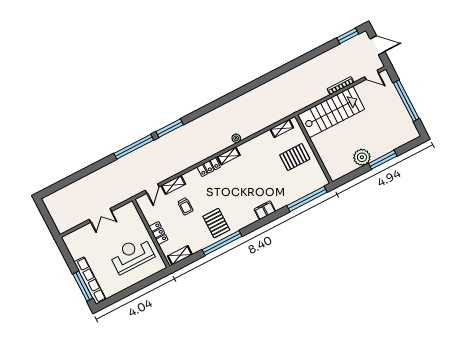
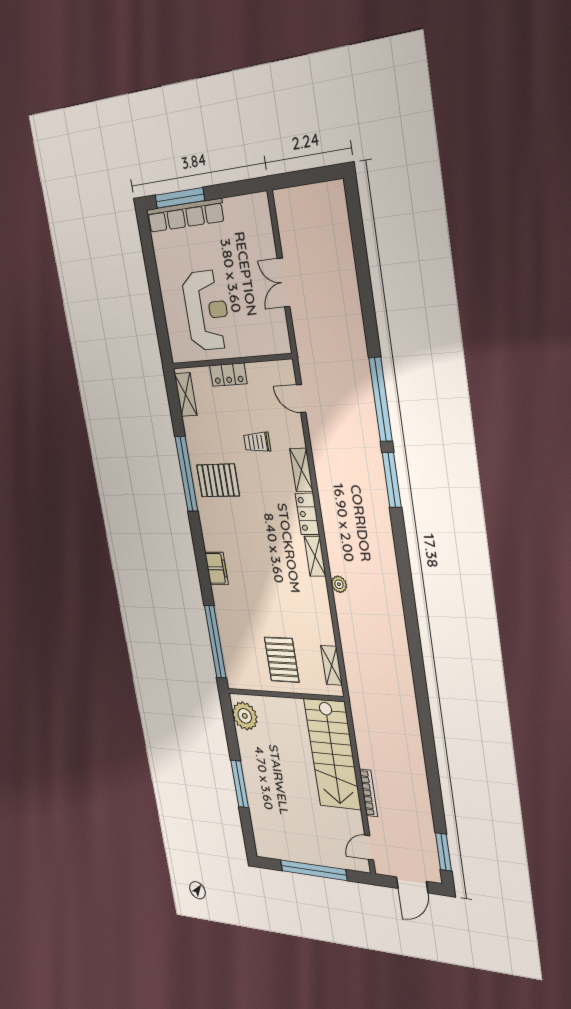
plant: (362, 157) -> (245, 716), moved
shelving: (173, 185) -> (301, 470), moved

